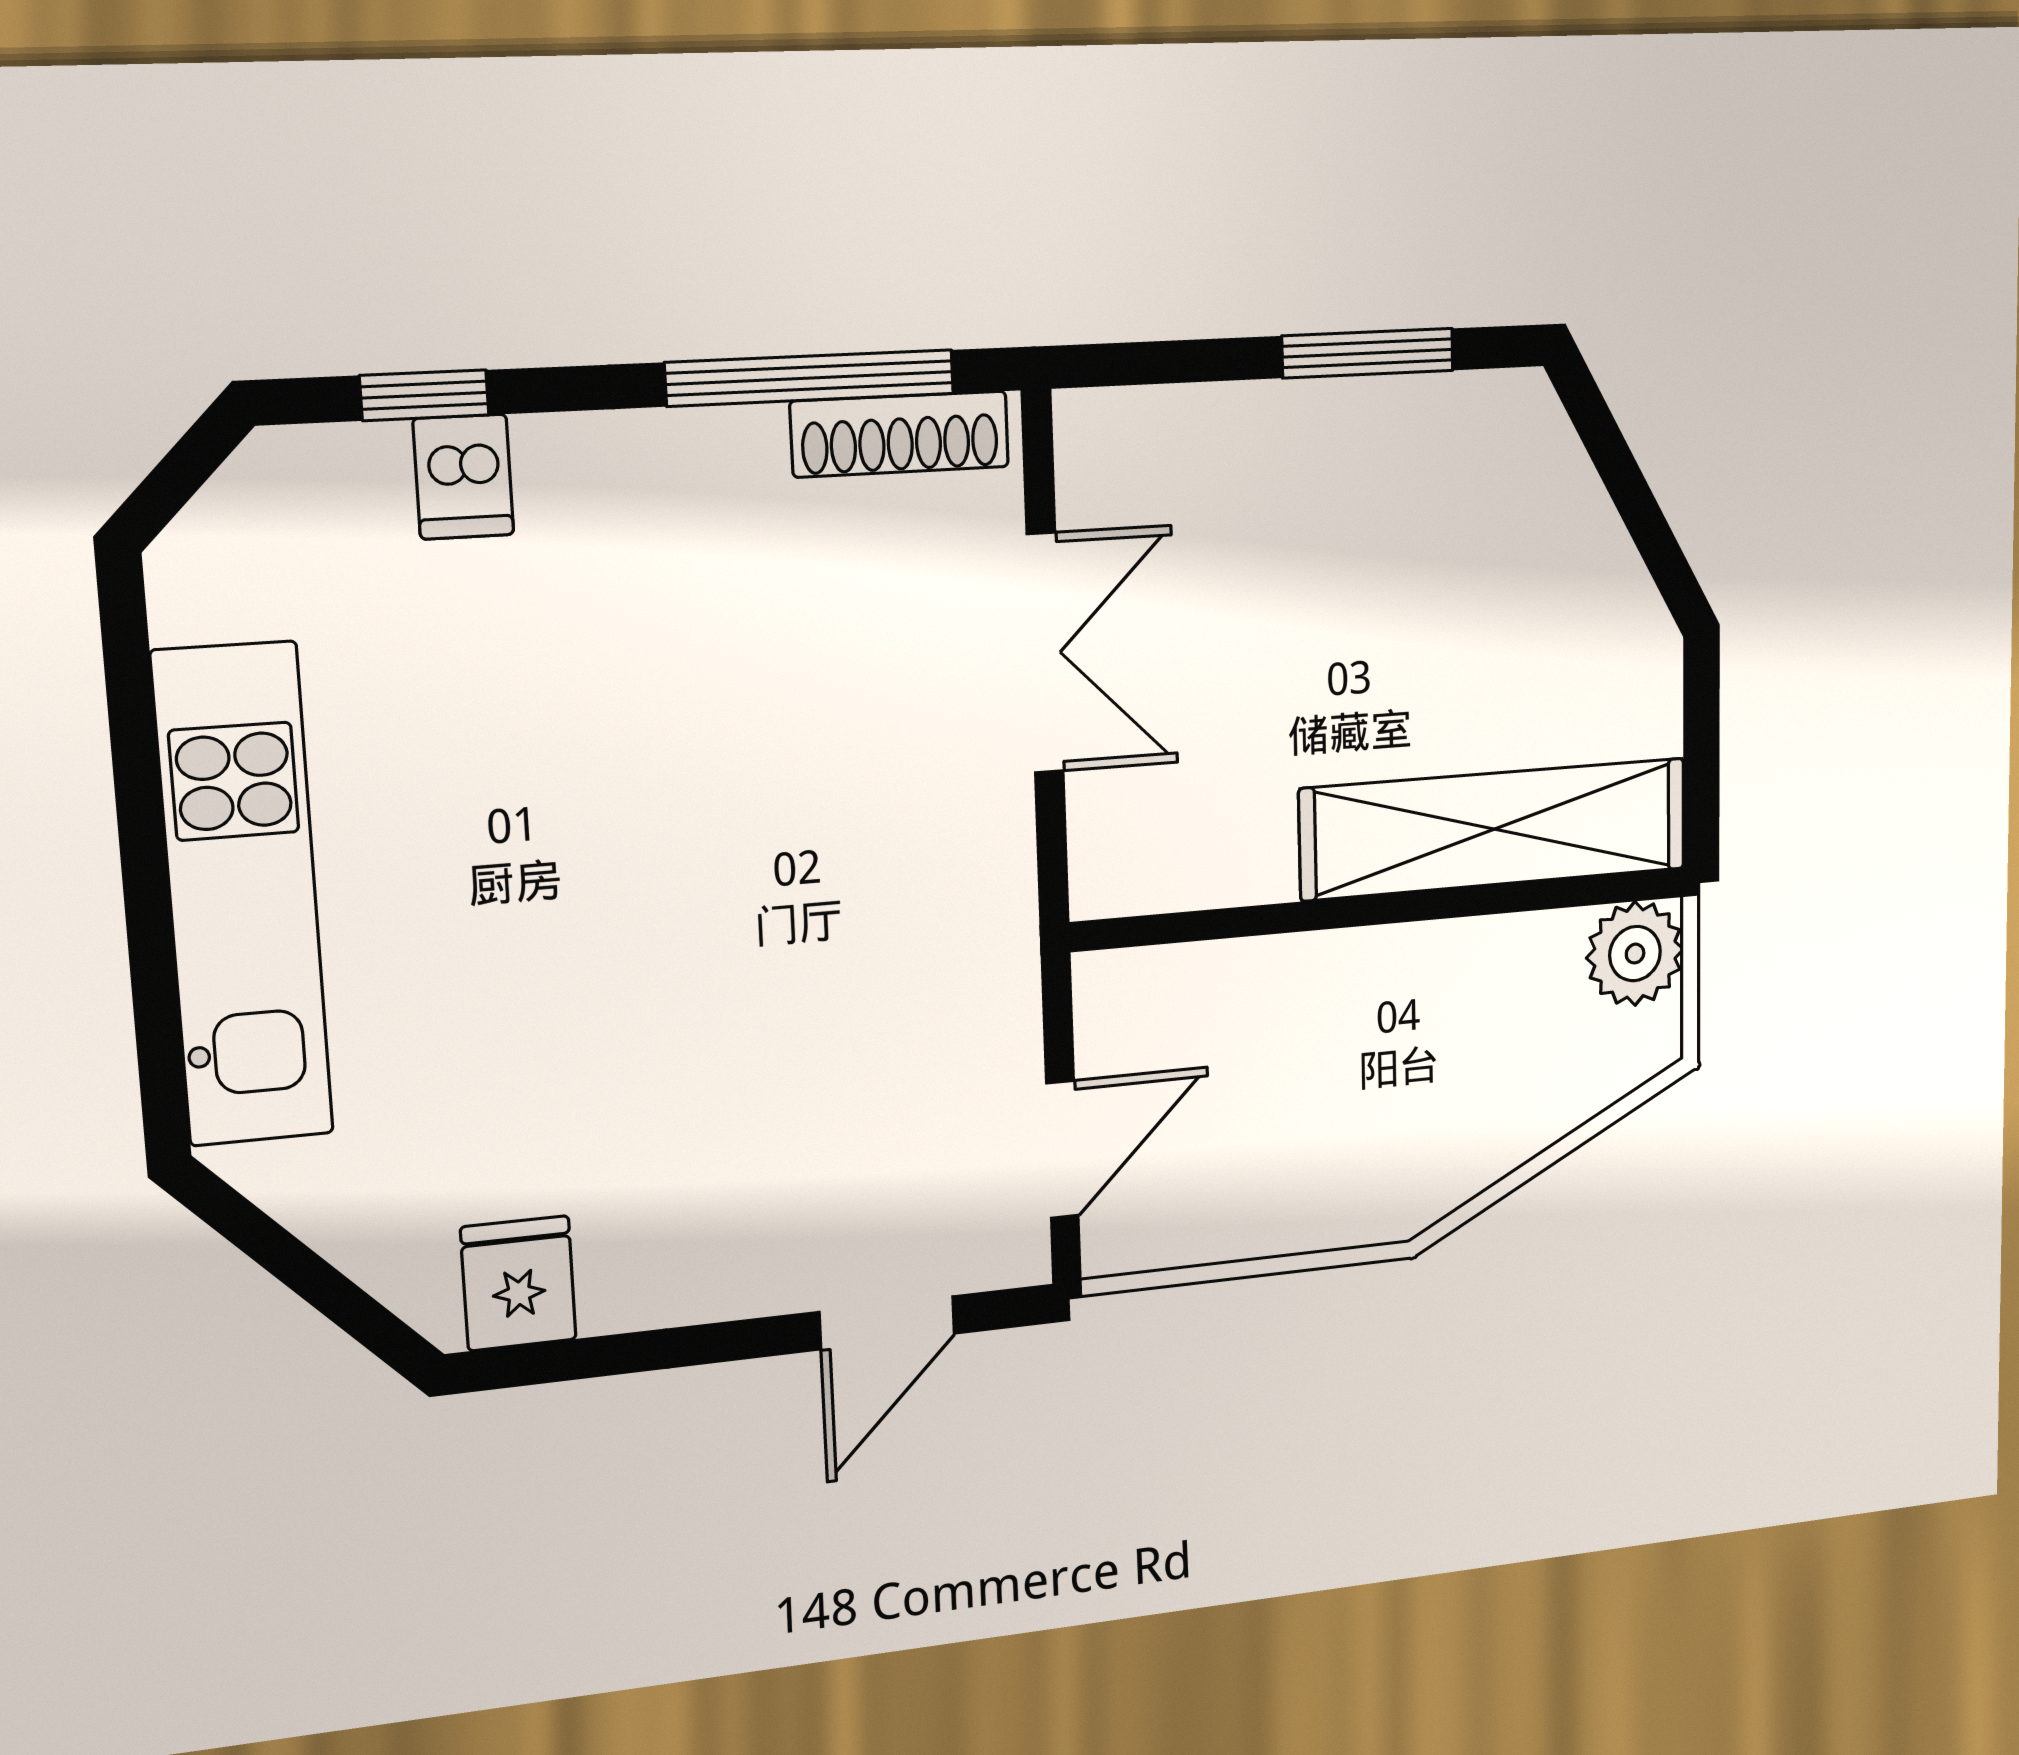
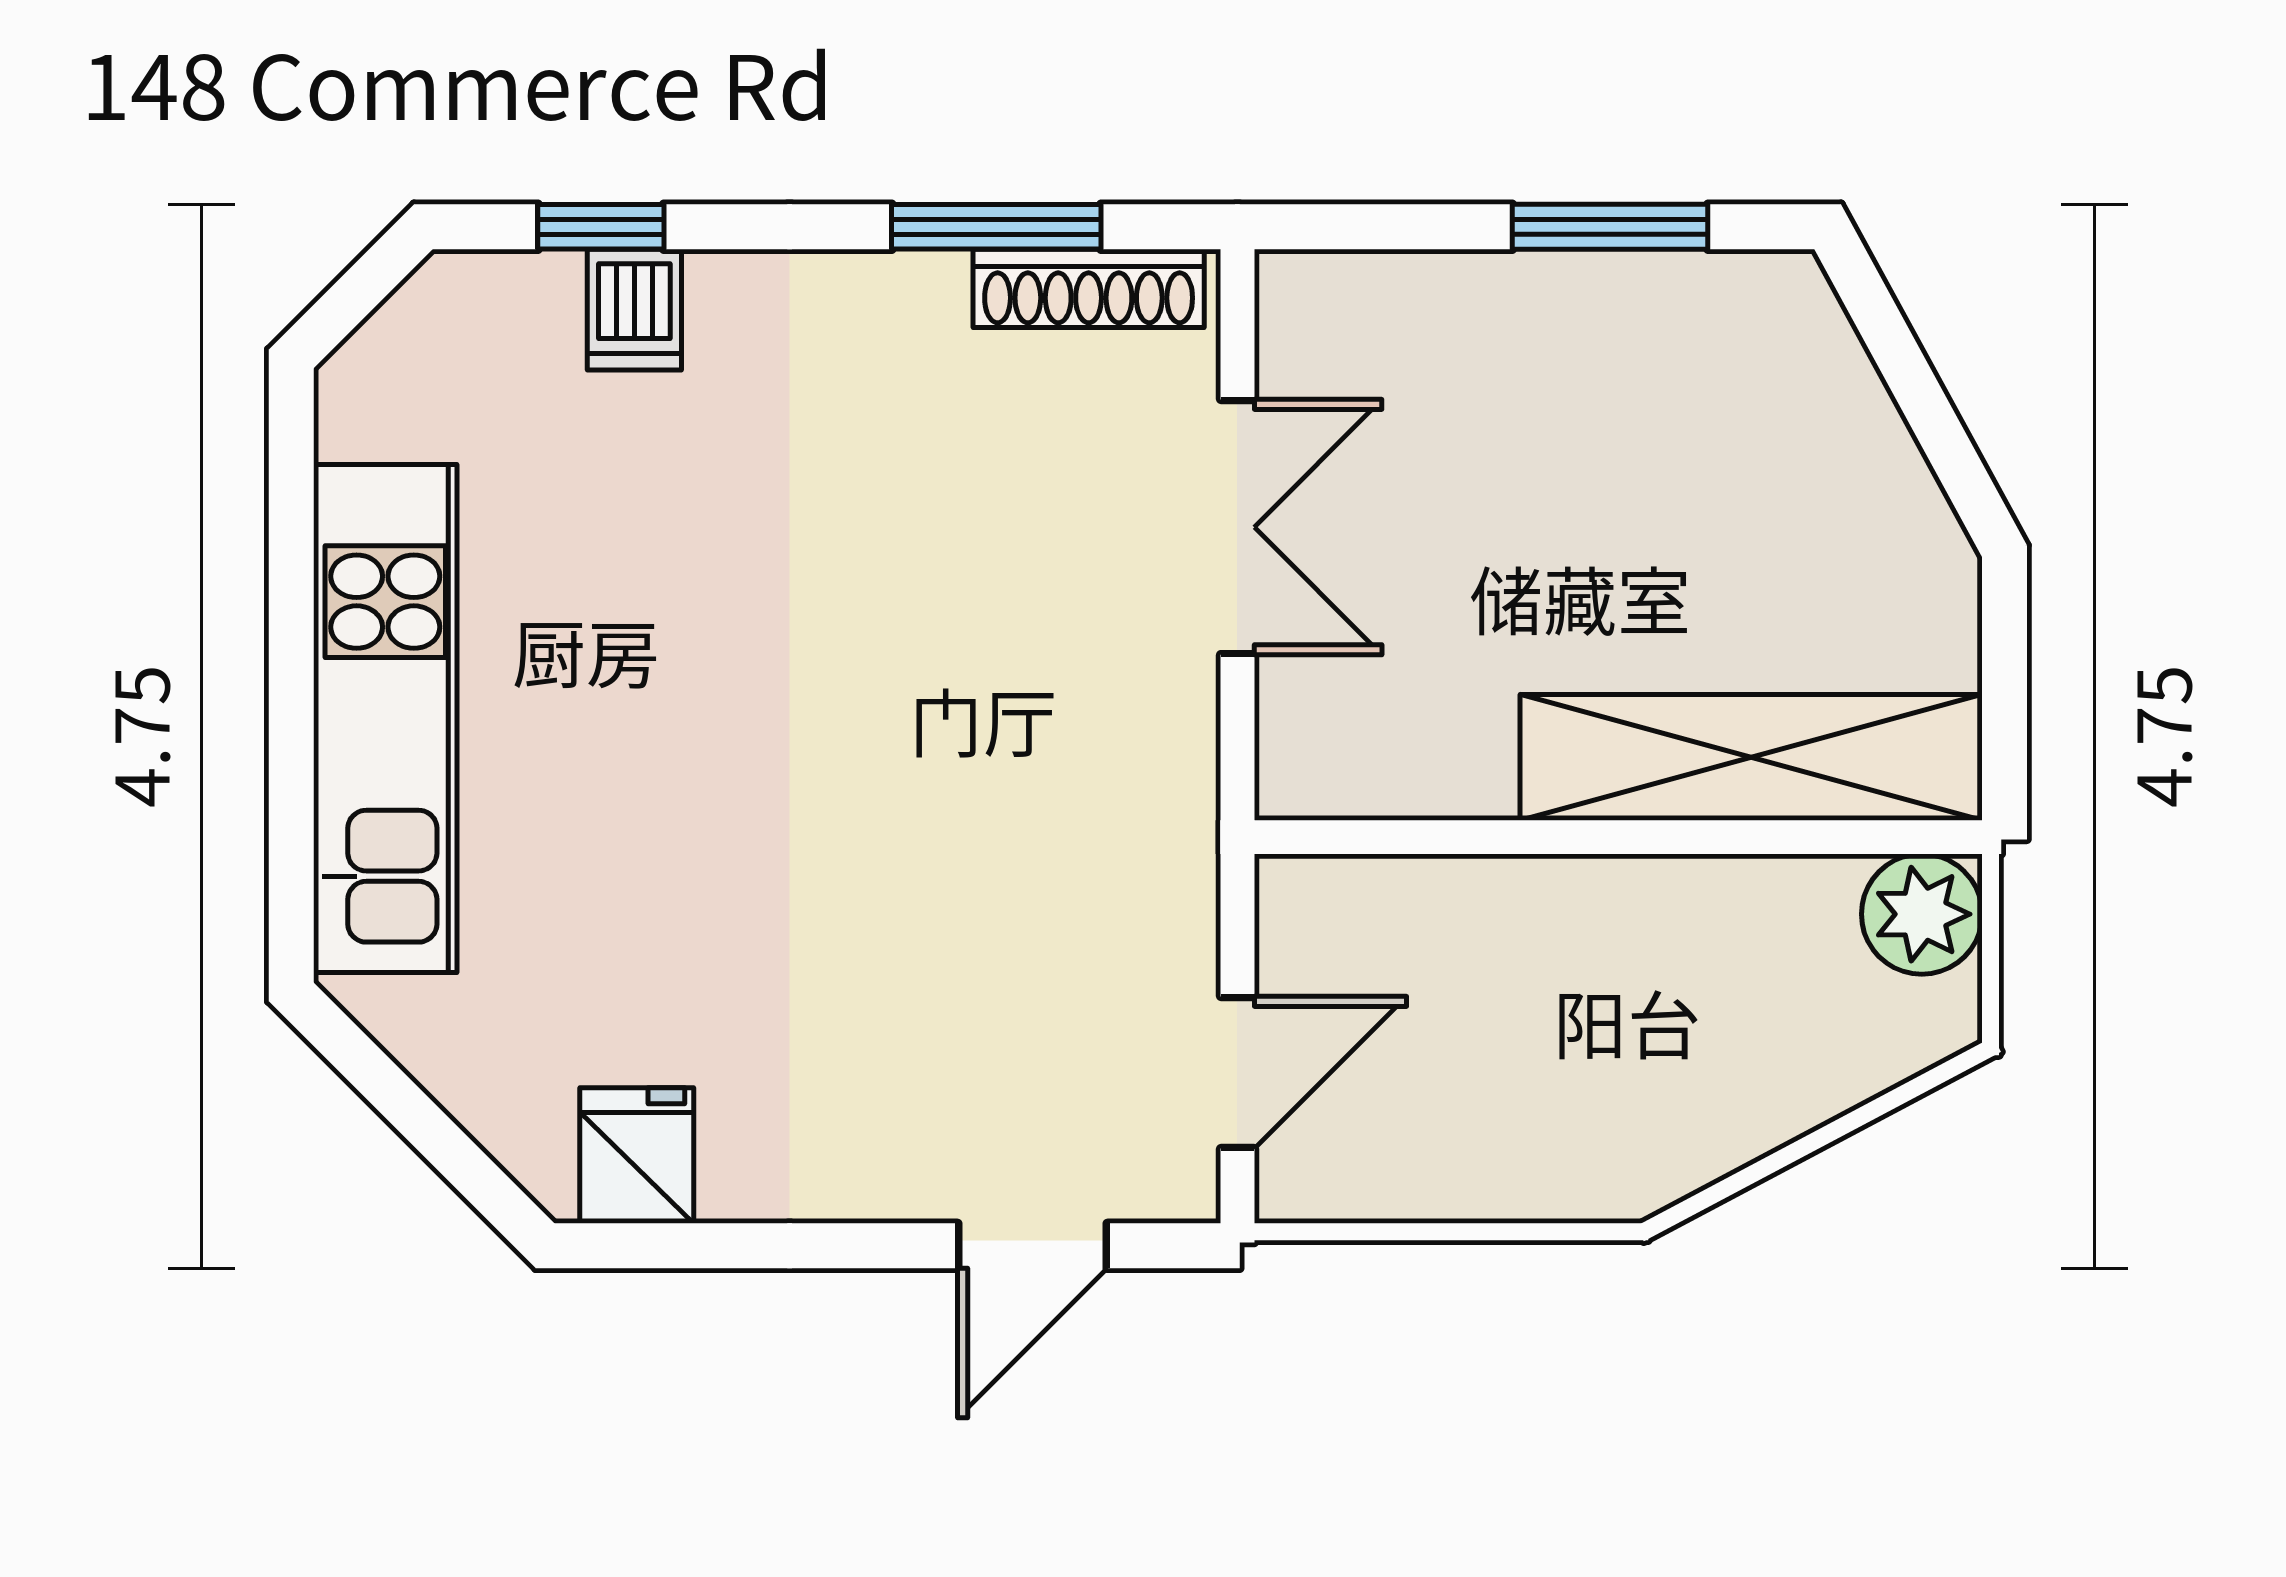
window: (810, 378) -> (996, 227), width x0.69

